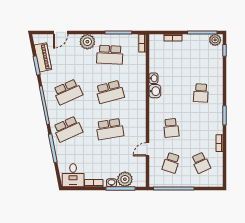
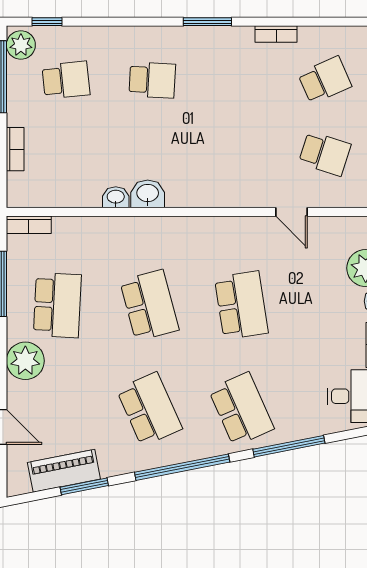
school desk: (171, 128) -> (66, 80), moved

